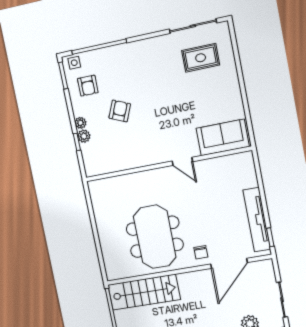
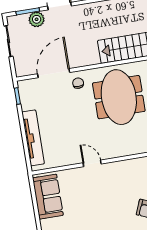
sofa: (223, 137) -> (48, 197), moved, turned -90
tv unit: (257, 220) -> (33, 138), moved

